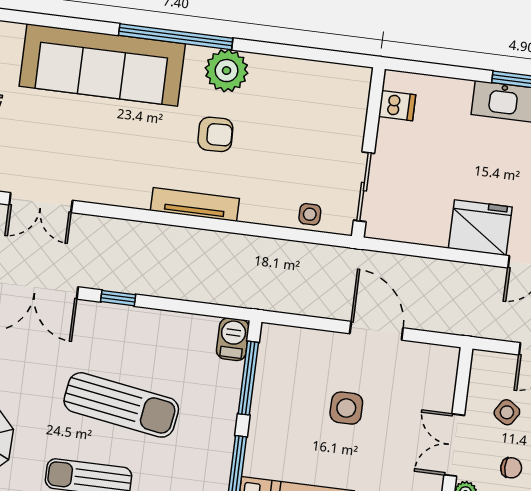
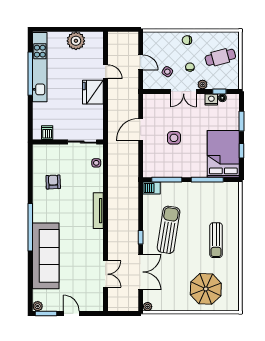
plant: (227, 71) -> (42, 205), removed
armchair: (215, 134) -> (53, 182), moved
sun lounger: (121, 405) -> (169, 230), moved

